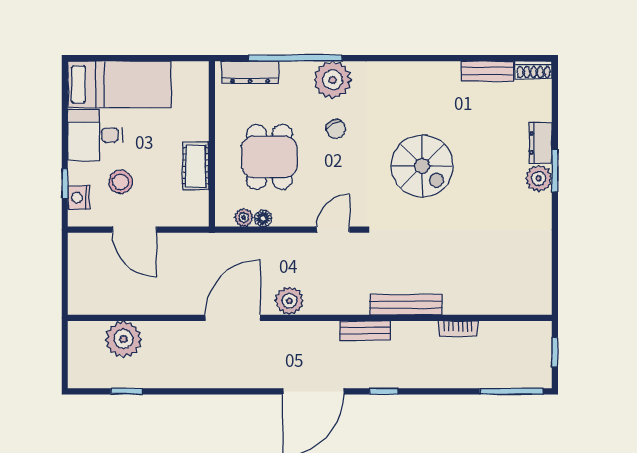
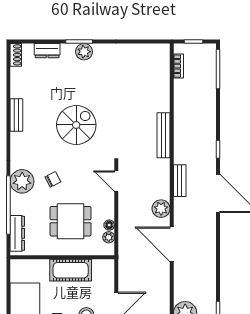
bench: (487, 71) -> (16, 115), moved
dresser: (540, 143) -> (47, 51), moved
cot: (196, 166) -> (71, 270), width x1.37, depth x1.34
bookcase: (458, 328) -> (178, 66), moved
bench: (365, 331) -> (180, 181), moved

